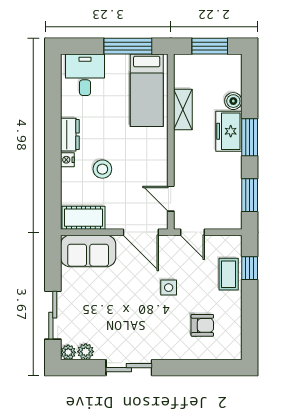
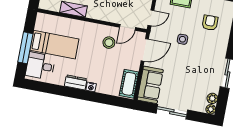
window: (128, 46) -> (25, 48), moved
bed: (147, 90) -> (54, 45), moved
stool: (102, 169) -> (109, 43), moved
sliding door: (53, 315) -> (172, 112), moved

